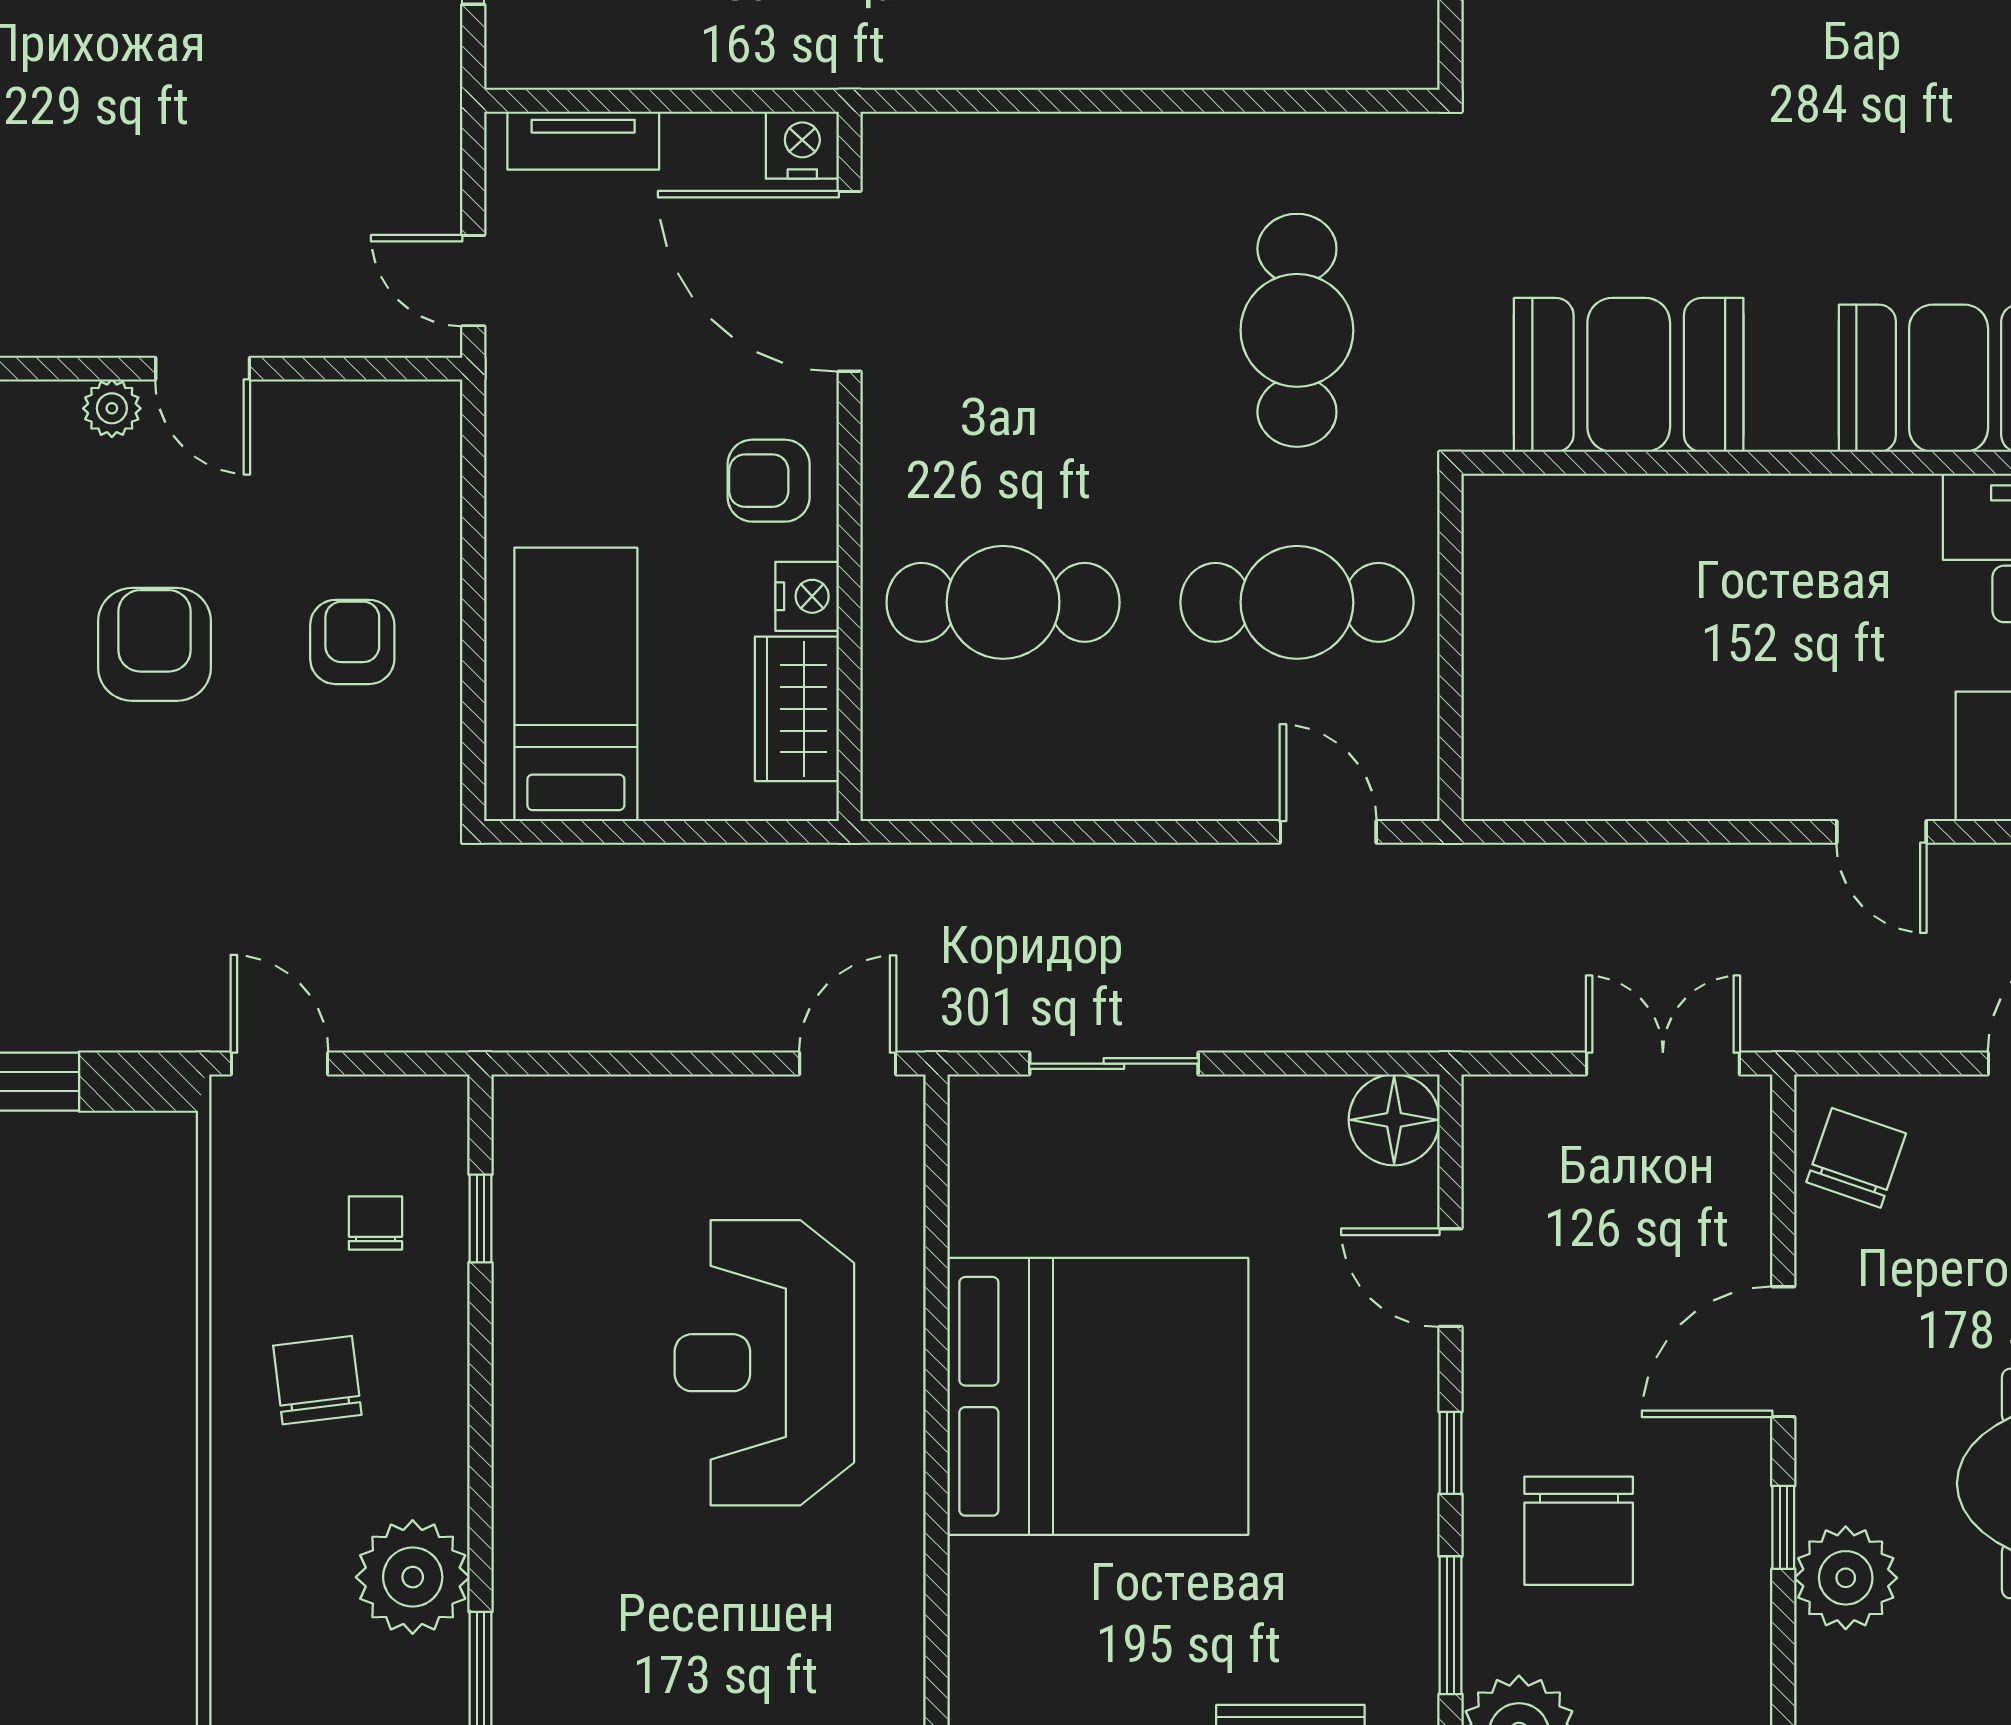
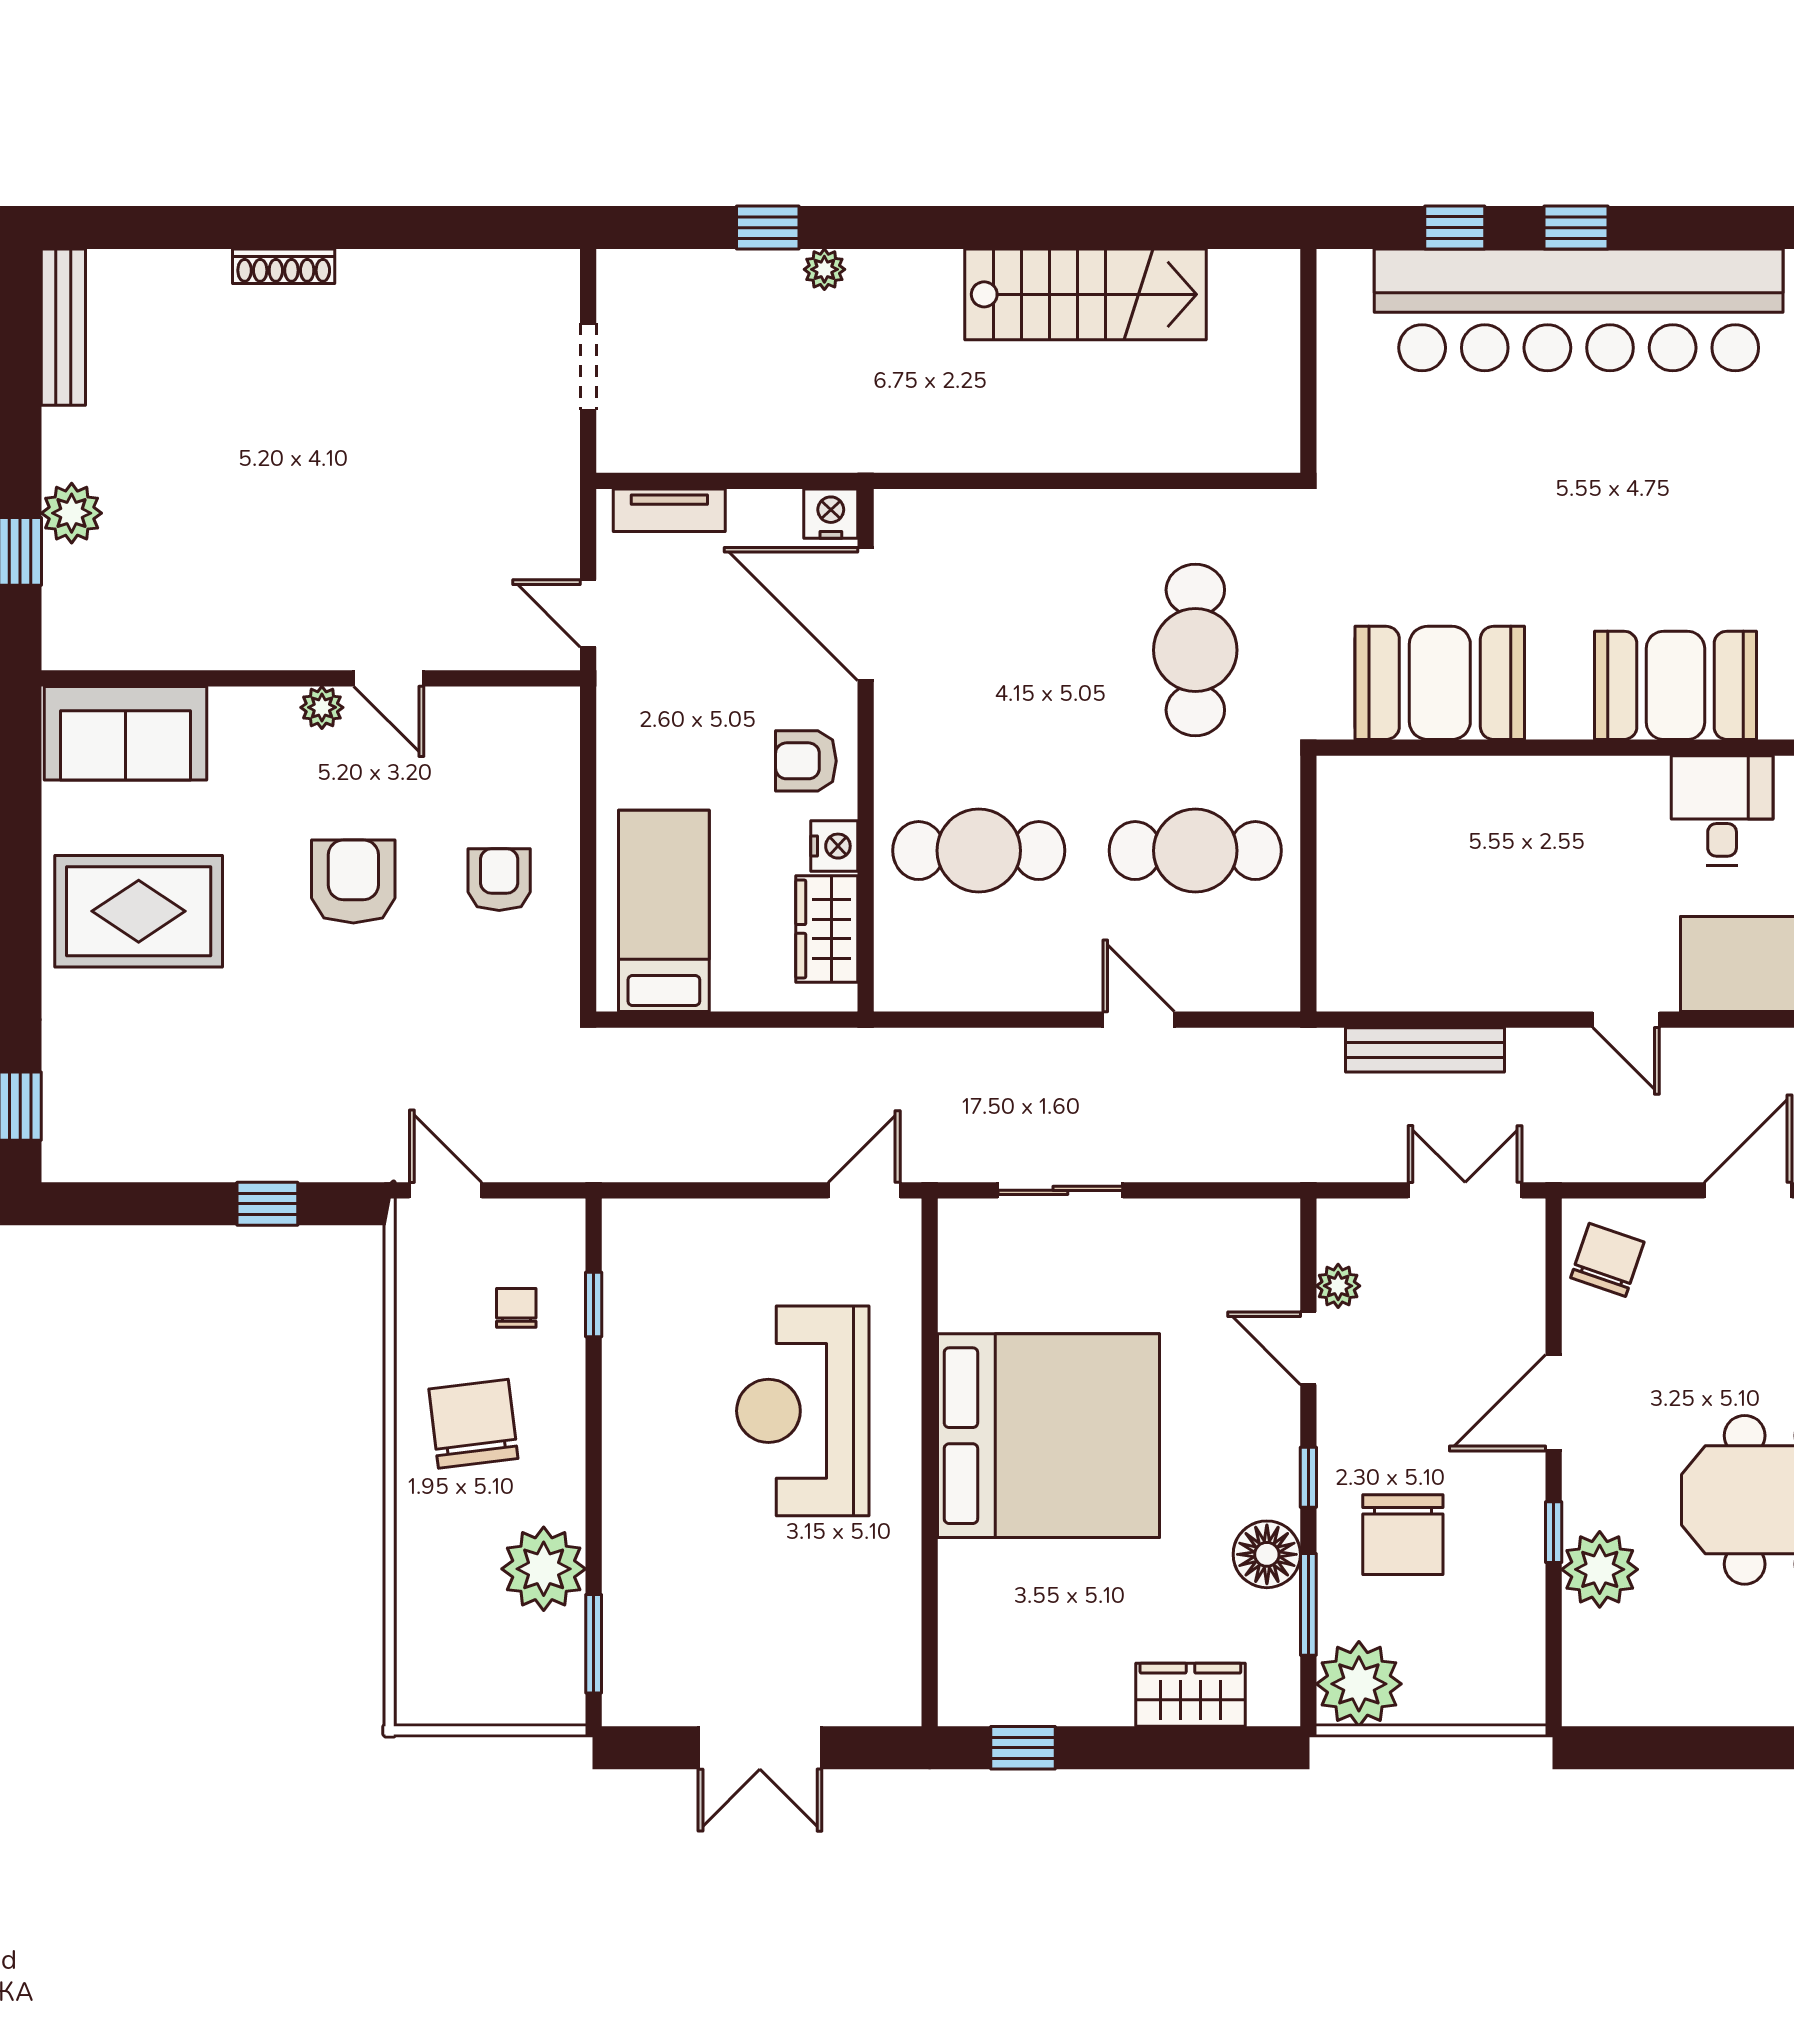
door: (1328, 832) -> (1139, 1020), moved
bench: (1609, 873) -> (1425, 1050), added
floor lamp: (1394, 1120) -> (1267, 1554), moved
plant: (1491, 1193) -> (1338, 1286), added
chair: (317, 1380) -> (473, 1424), width x1.37, depth x1.37

